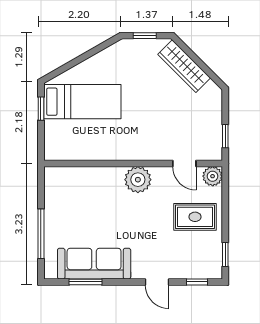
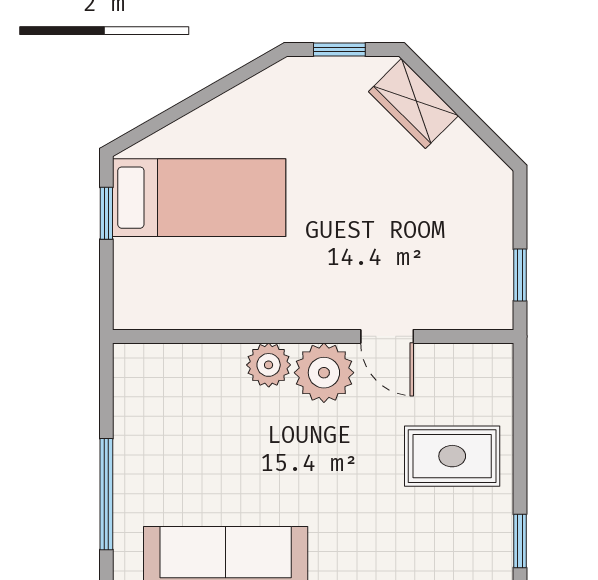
wardrobe: (184, 66) -> (413, 104), width x0.67
door: (184, 164) -> (387, 336), moved
plant: (213, 176) -> (269, 365), moved

